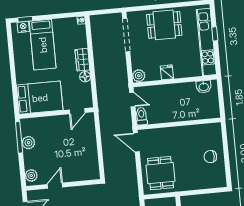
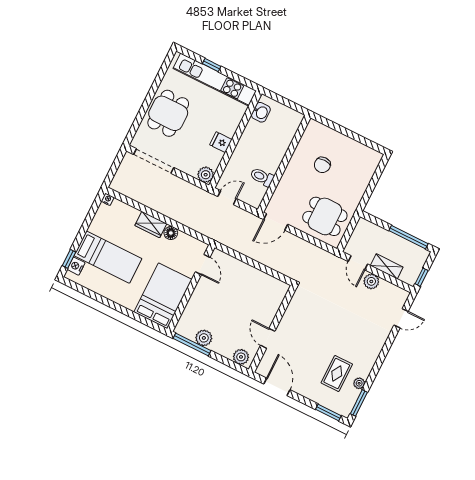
toilet: (142, 116) -> (262, 177), moved
chair: (210, 157) -> (322, 165), moved

